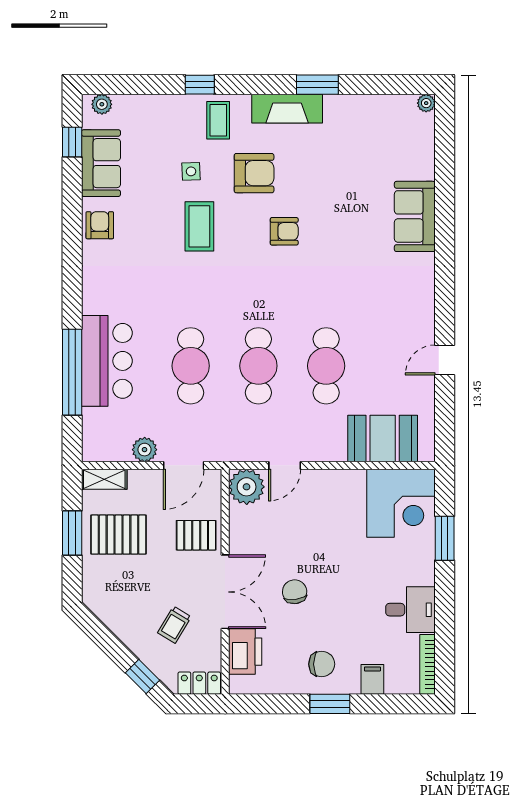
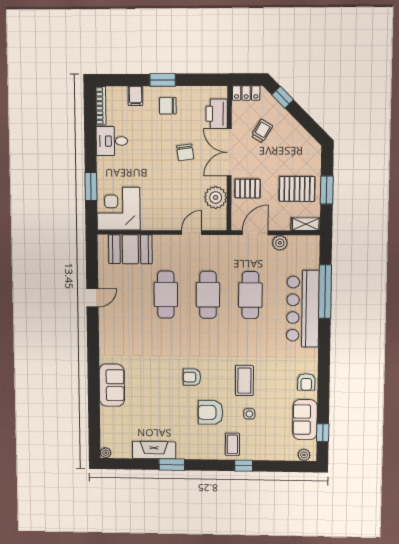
fireplace: (287, 109) -> (154, 450), moved
bar counter: (107, 361) -> (303, 309), width x1.36
plant: (247, 487) -> (216, 197), moved

